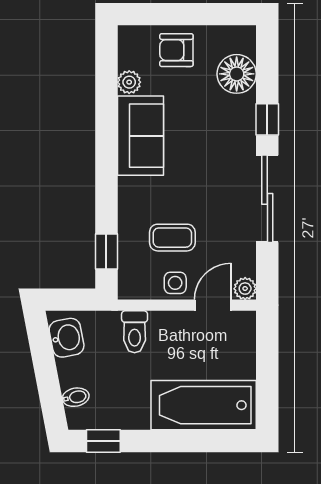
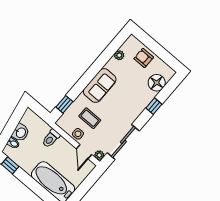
sofa: (141, 136) -> (100, 85), moved
sliding door: (267, 199) -> (123, 142), moved
door: (213, 305) -> (84, 152), swing flipped
washbasin: (67, 338) -> (21, 133), moved

